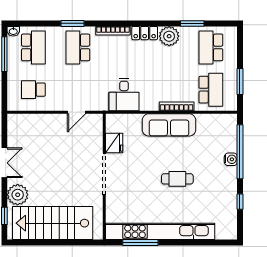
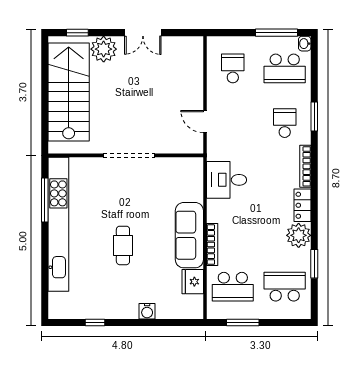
school desk: (78, 47) -> (285, 123), width x0.54
fridge: (114, 143) -> (193, 282), moved, turned 90
window: (240, 152) -> (156, 323), removed

